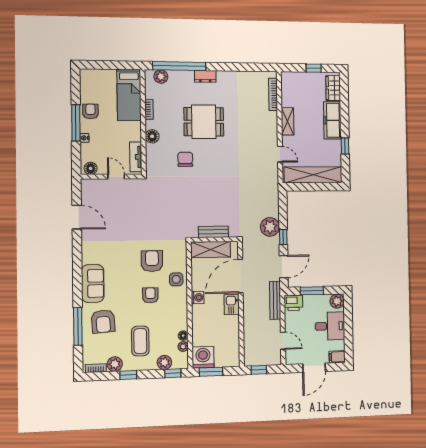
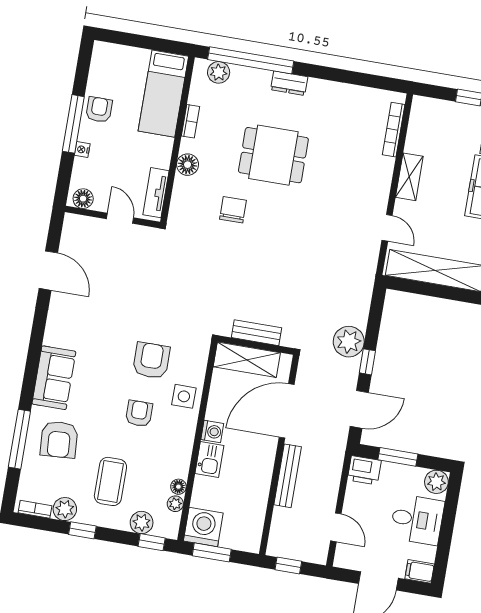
bench: (275, 300) -> (288, 476), moved
kitchen sink: (232, 305) -> (209, 459), moved, turned 180

